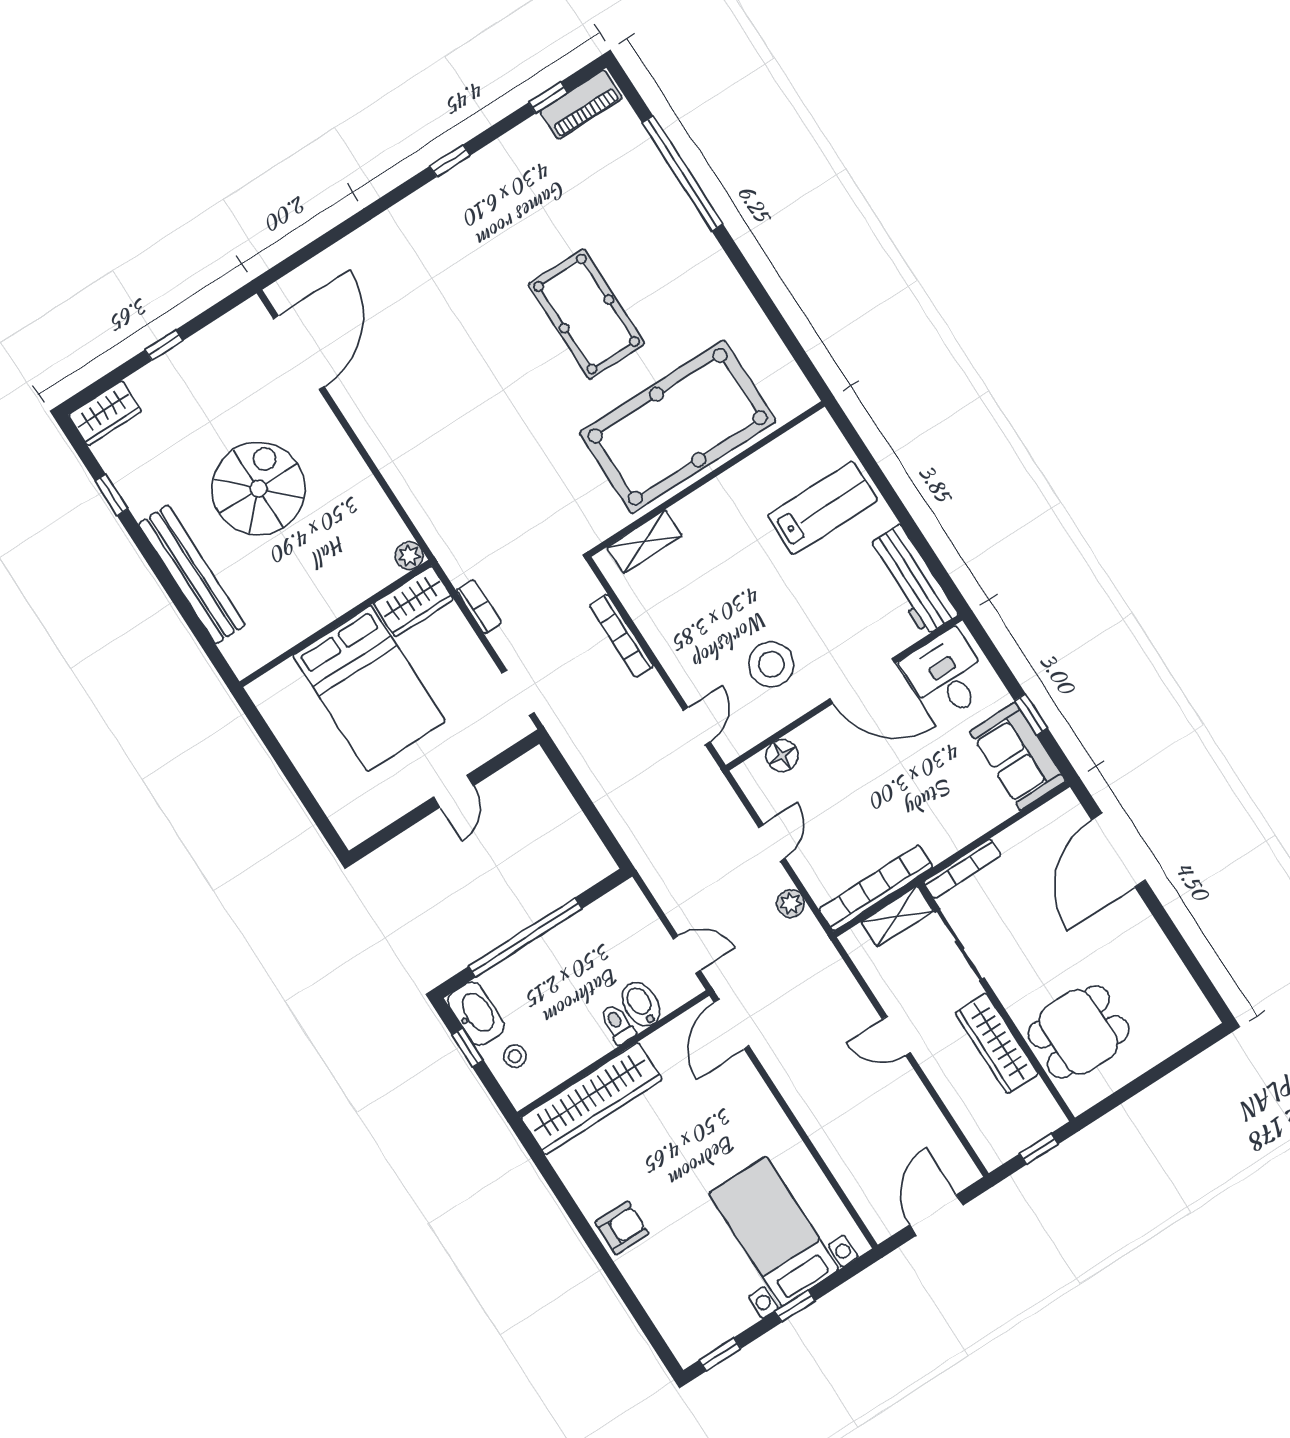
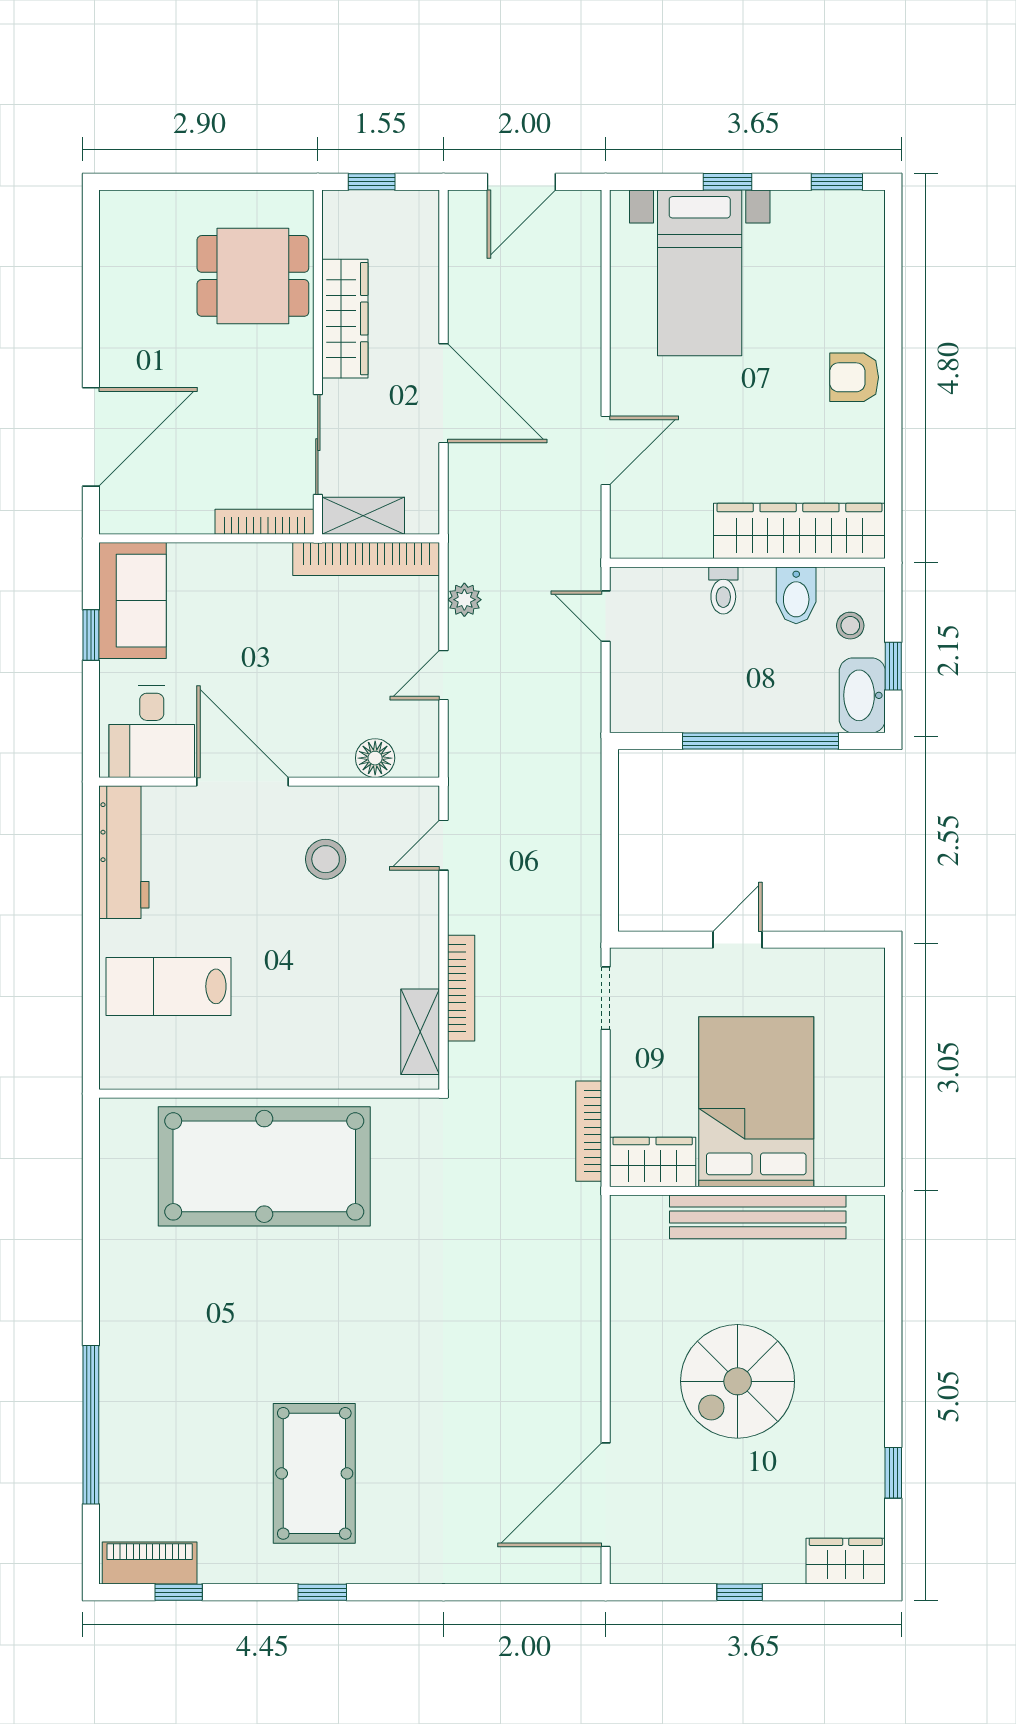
pool table: (587, 314) -> (314, 1473), moved
shelving: (644, 542) -> (420, 1032), moved, turned 90
plant: (409, 556) -> (627, 1212), removed
bench: (192, 574) -> (758, 1217), moved, turned 90
bookcase: (479, 607) -> (589, 1131), width x1.56
stool: (771, 664) -> (326, 859), width x0.73, depth x0.73
bidet: (641, 1004) -> (796, 595), moved
door: (732, 1024) -> (606, 450), moved
door: (896, 1036) -> (443, 393), width x1.88

